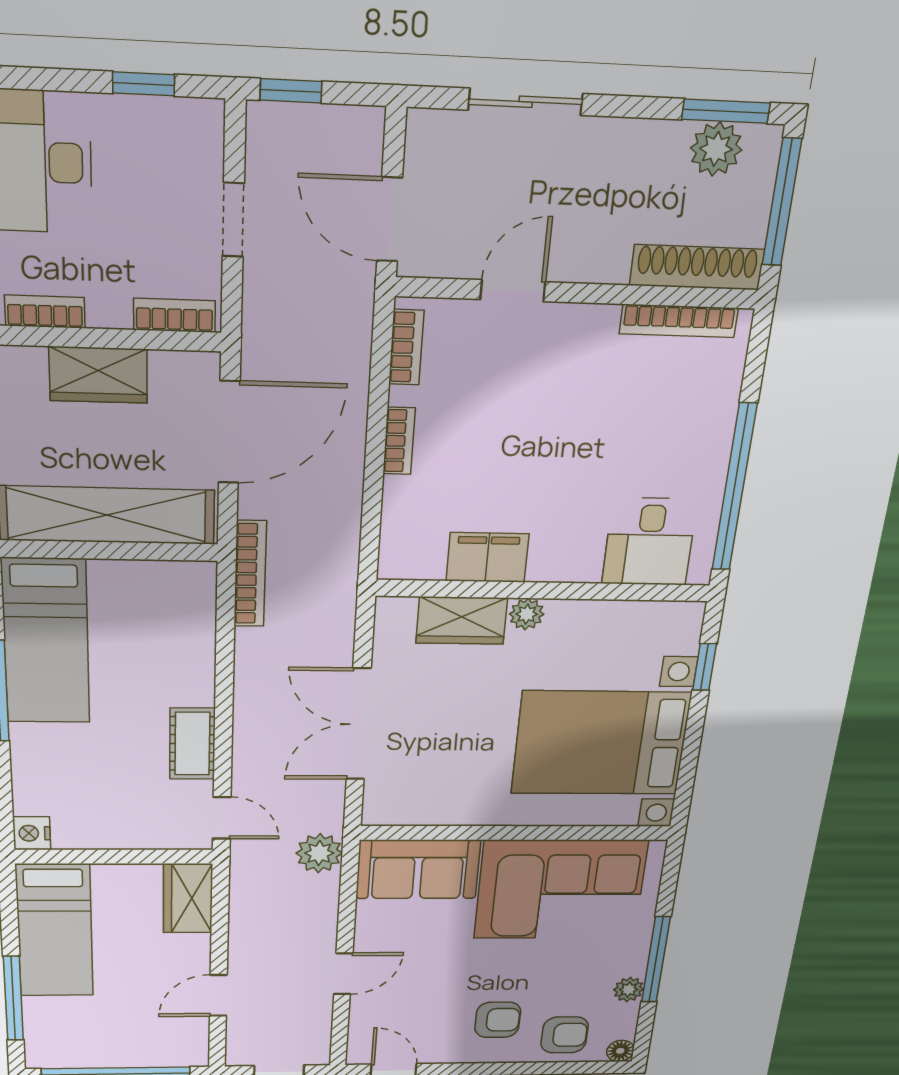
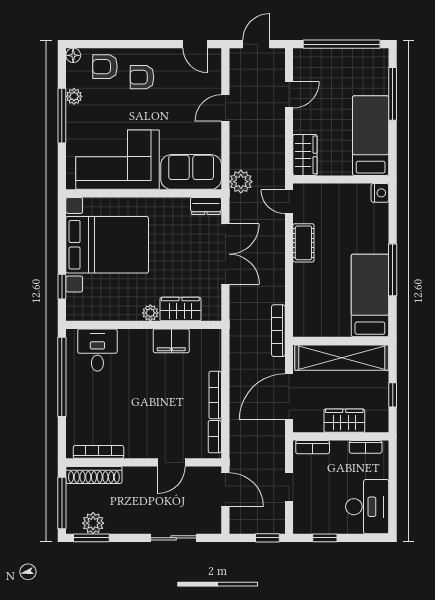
bookcase: (399, 441) -> (215, 395), width x1.56
dresser: (393, 811) -> (206, 206), added

